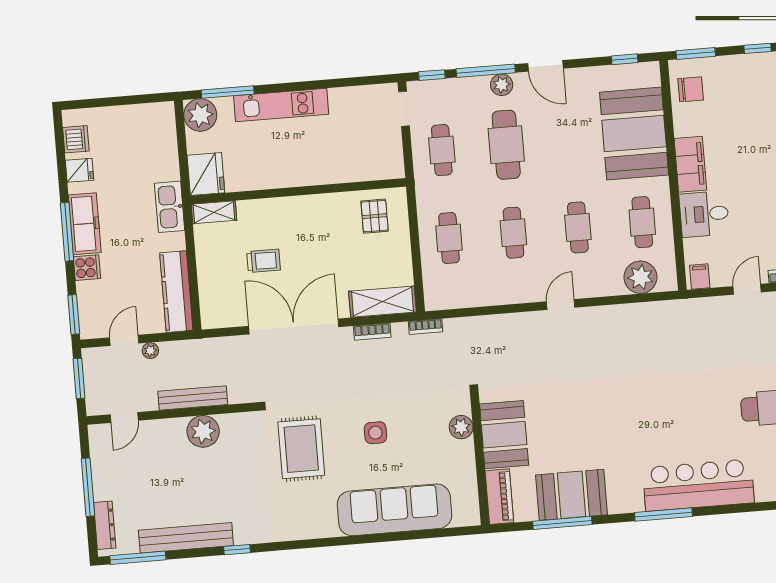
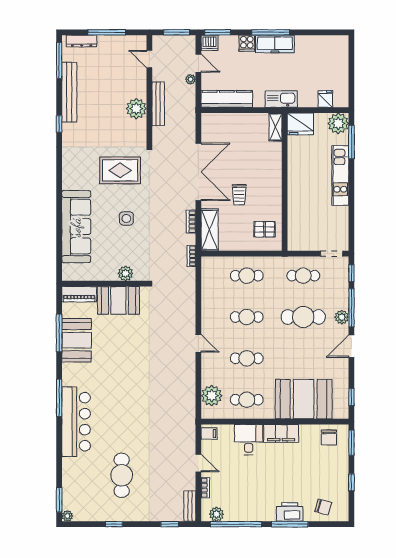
dishwasher: (76, 139) -> (210, 43), moved
fridge: (80, 170) -> (325, 99), moved, turned 180
trolley: (264, 261) -> (239, 195), moved

